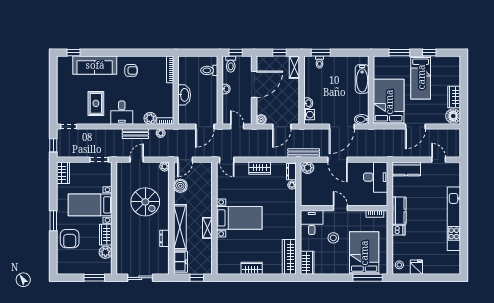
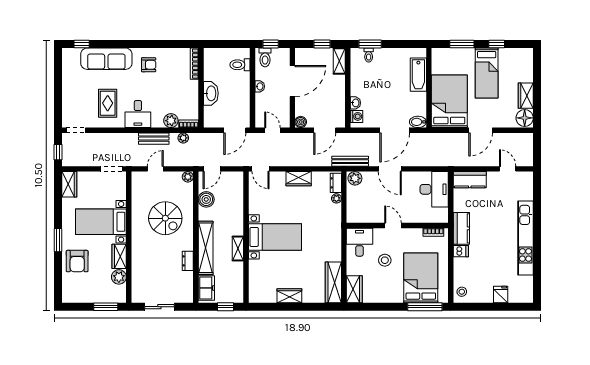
fridge: (416, 267) -> (501, 294), moved

